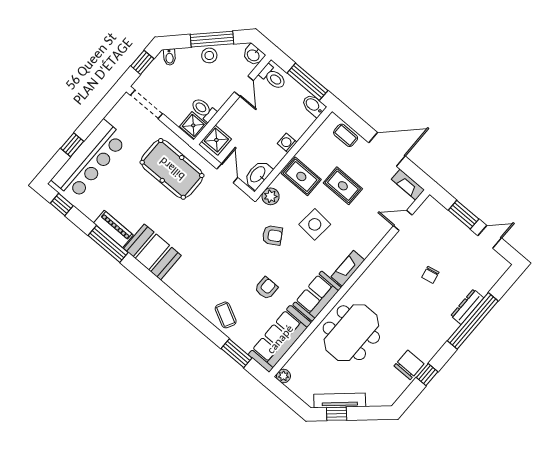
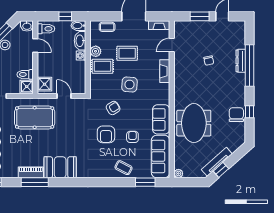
window: (307, 82) -> (65, 16), width x0.46
washbasin: (258, 175) -> (80, 41), moved
plant: (271, 196) -> (96, 51), moved
armchair: (238, 259) -> (106, 134), added
fireplace: (348, 268) -> (165, 71), moved

